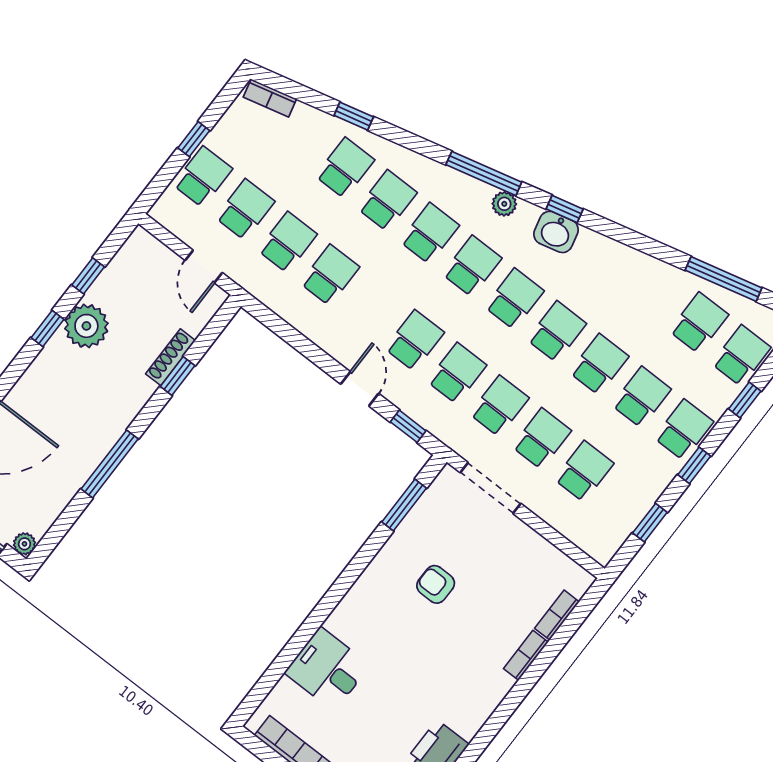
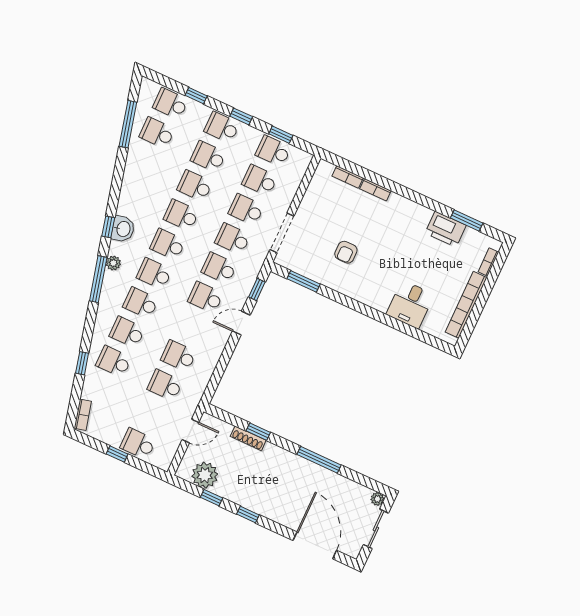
school desk: (245, 209) -> (273, 151), moved
plant: (86, 326) -> (205, 475), moved

